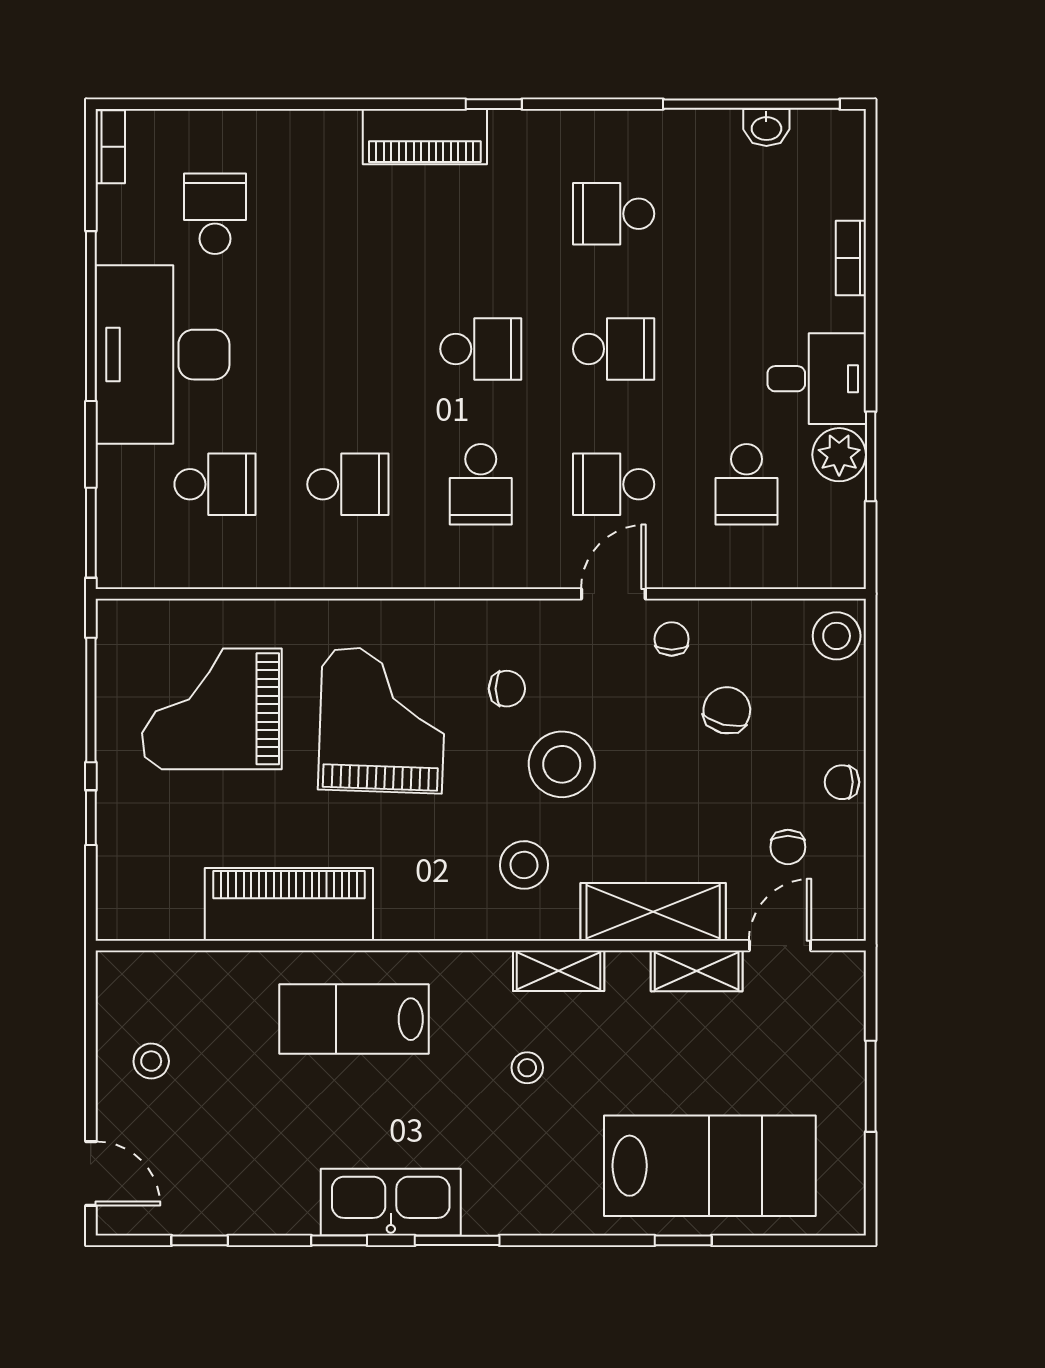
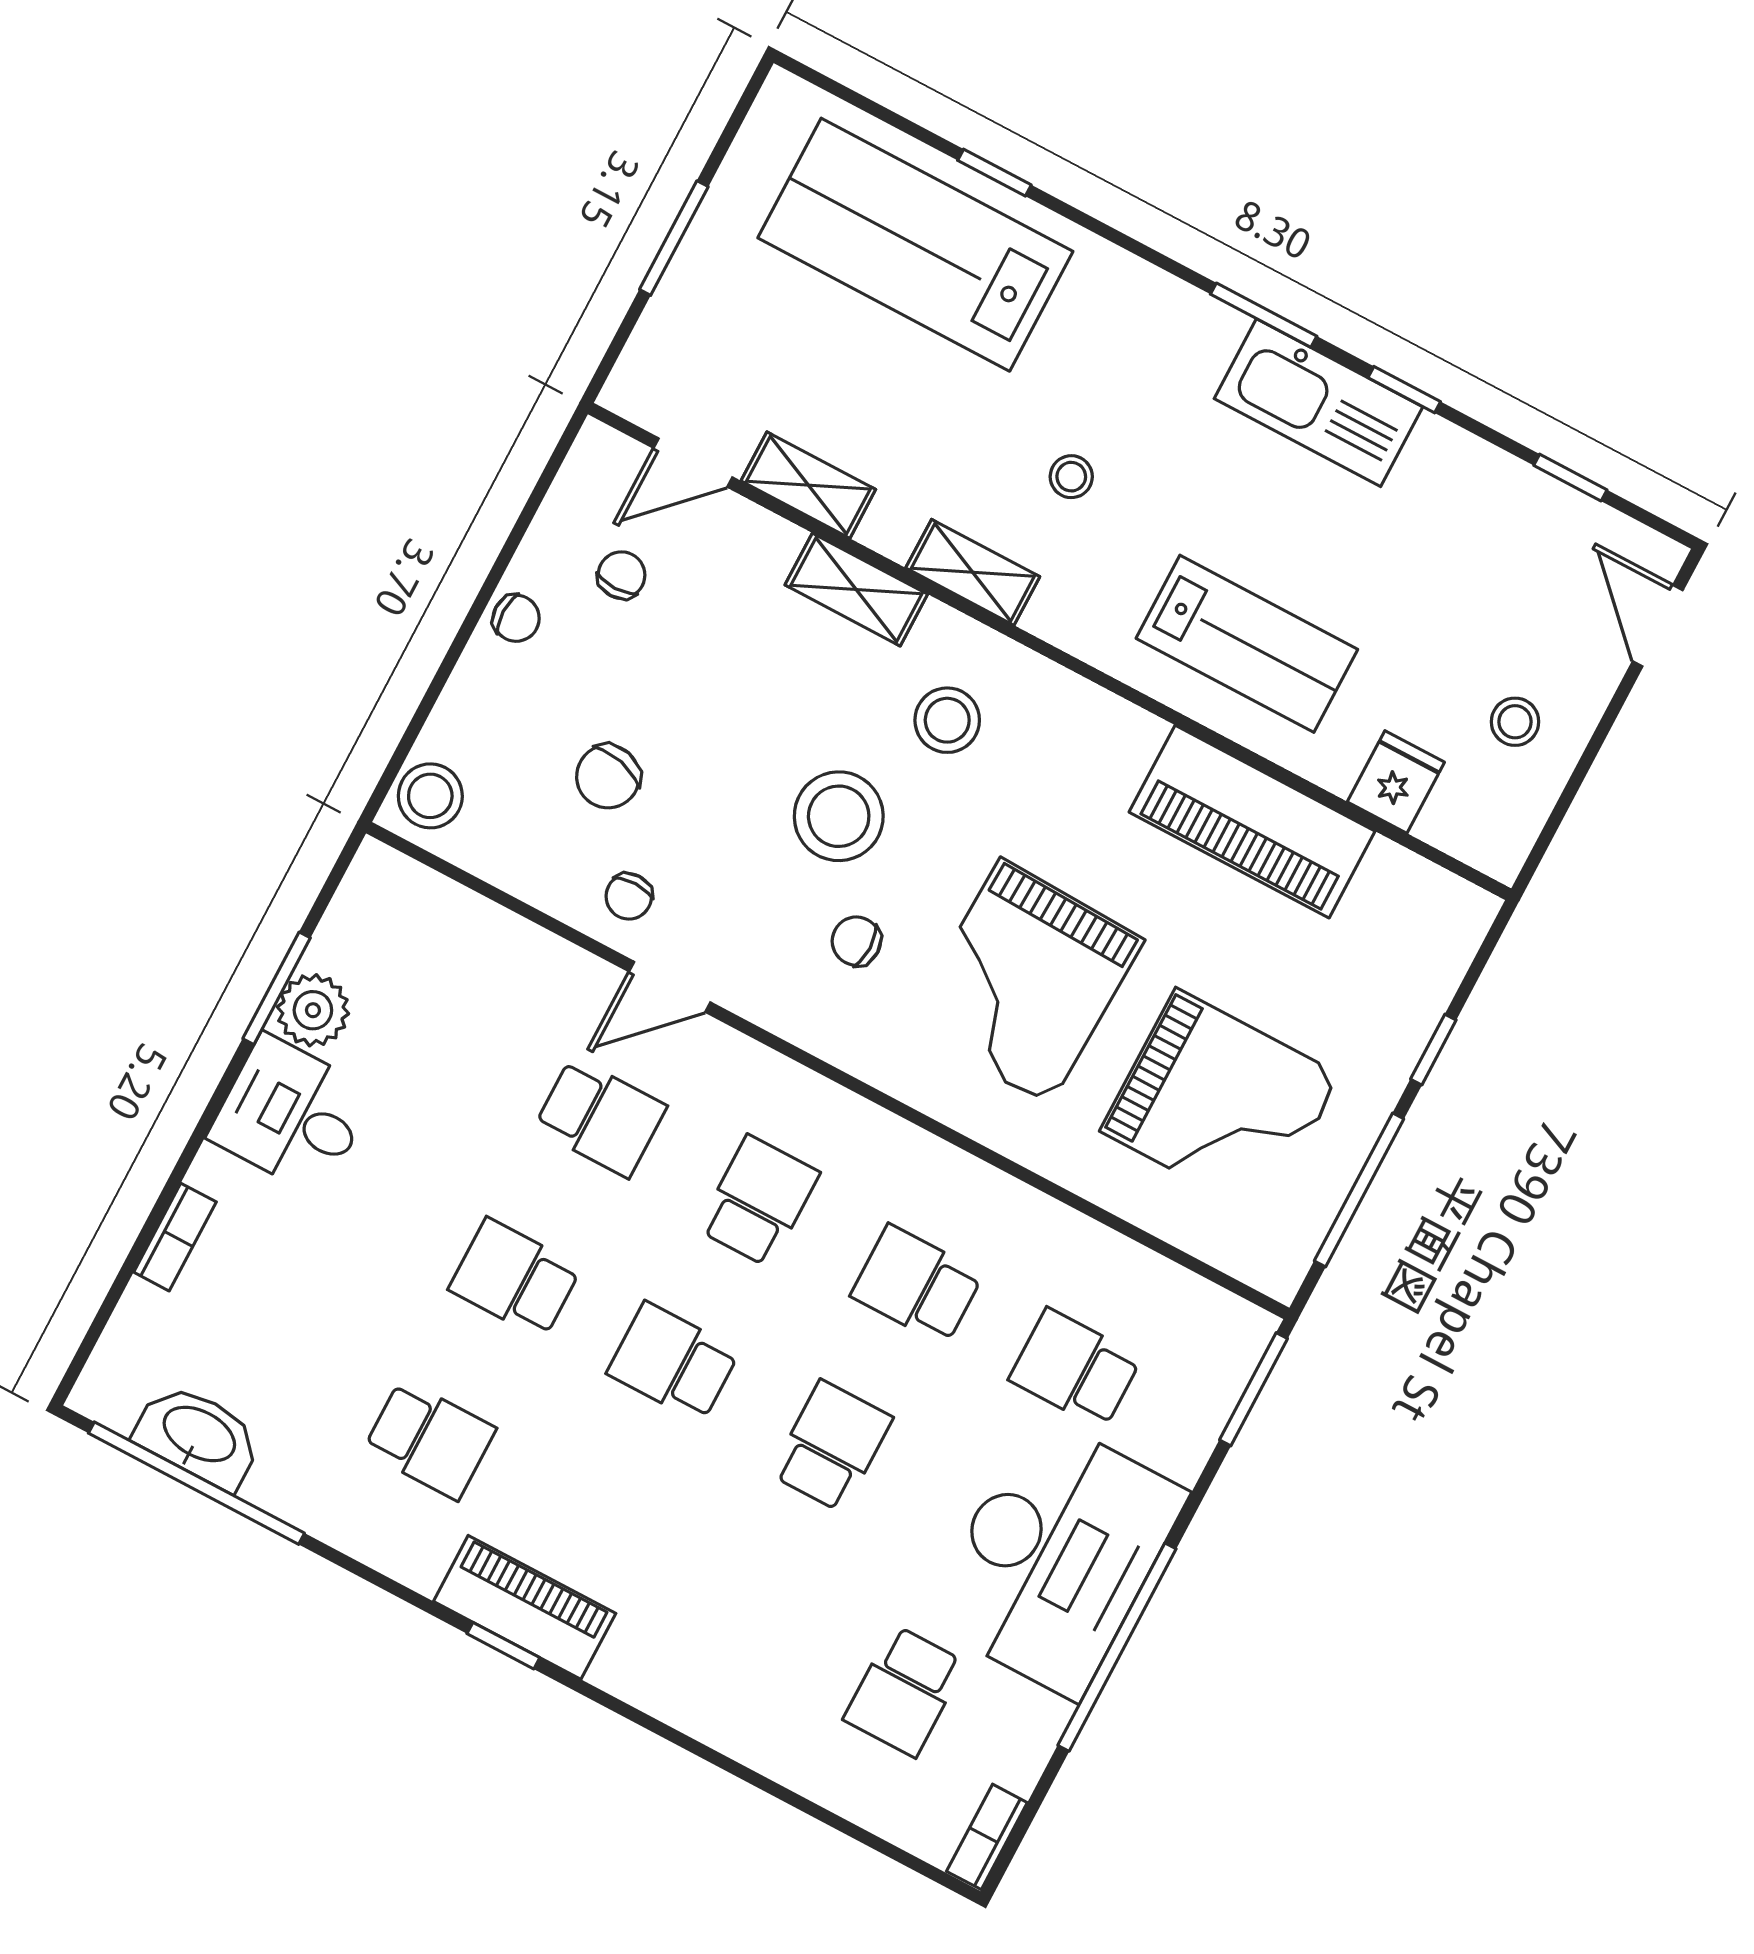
washbasin: (766, 127) -> (198, 1436), width x1.91, depth x1.45
piano: (425, 137) -> (525, 1607), moved
school desk: (747, 484) -> (832, 1446), moved
shelving: (653, 912) -> (856, 590), width x0.67, depth x0.75
fridge: (208, 980) -> (1396, 782), added

